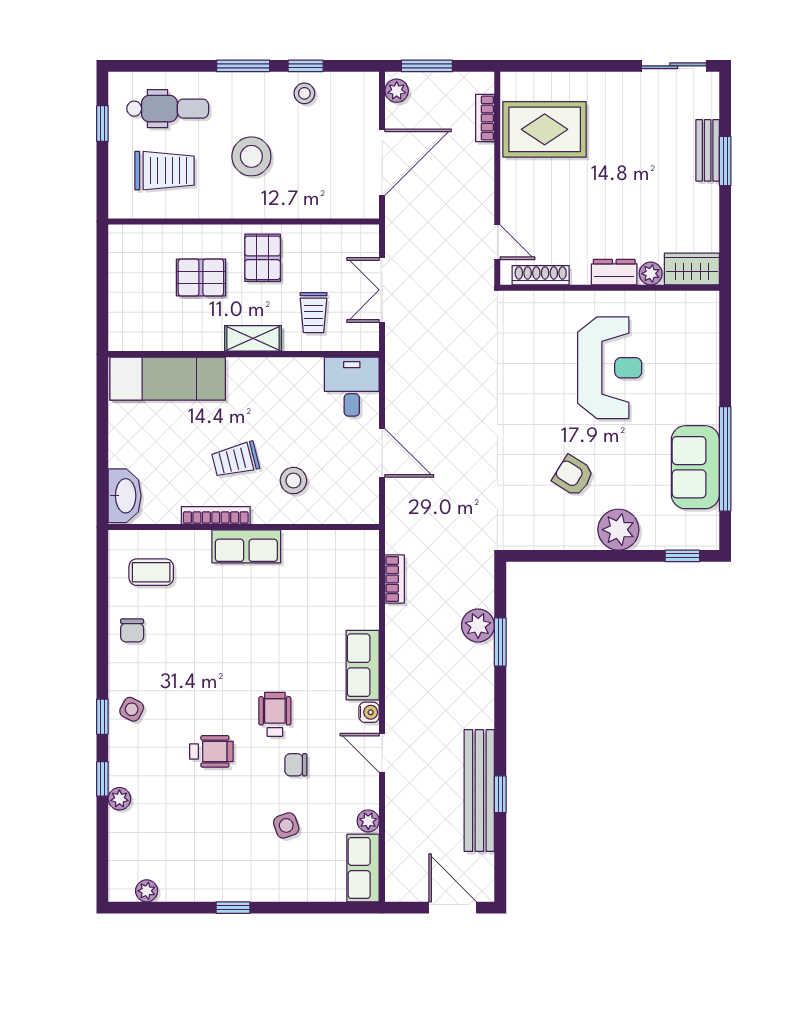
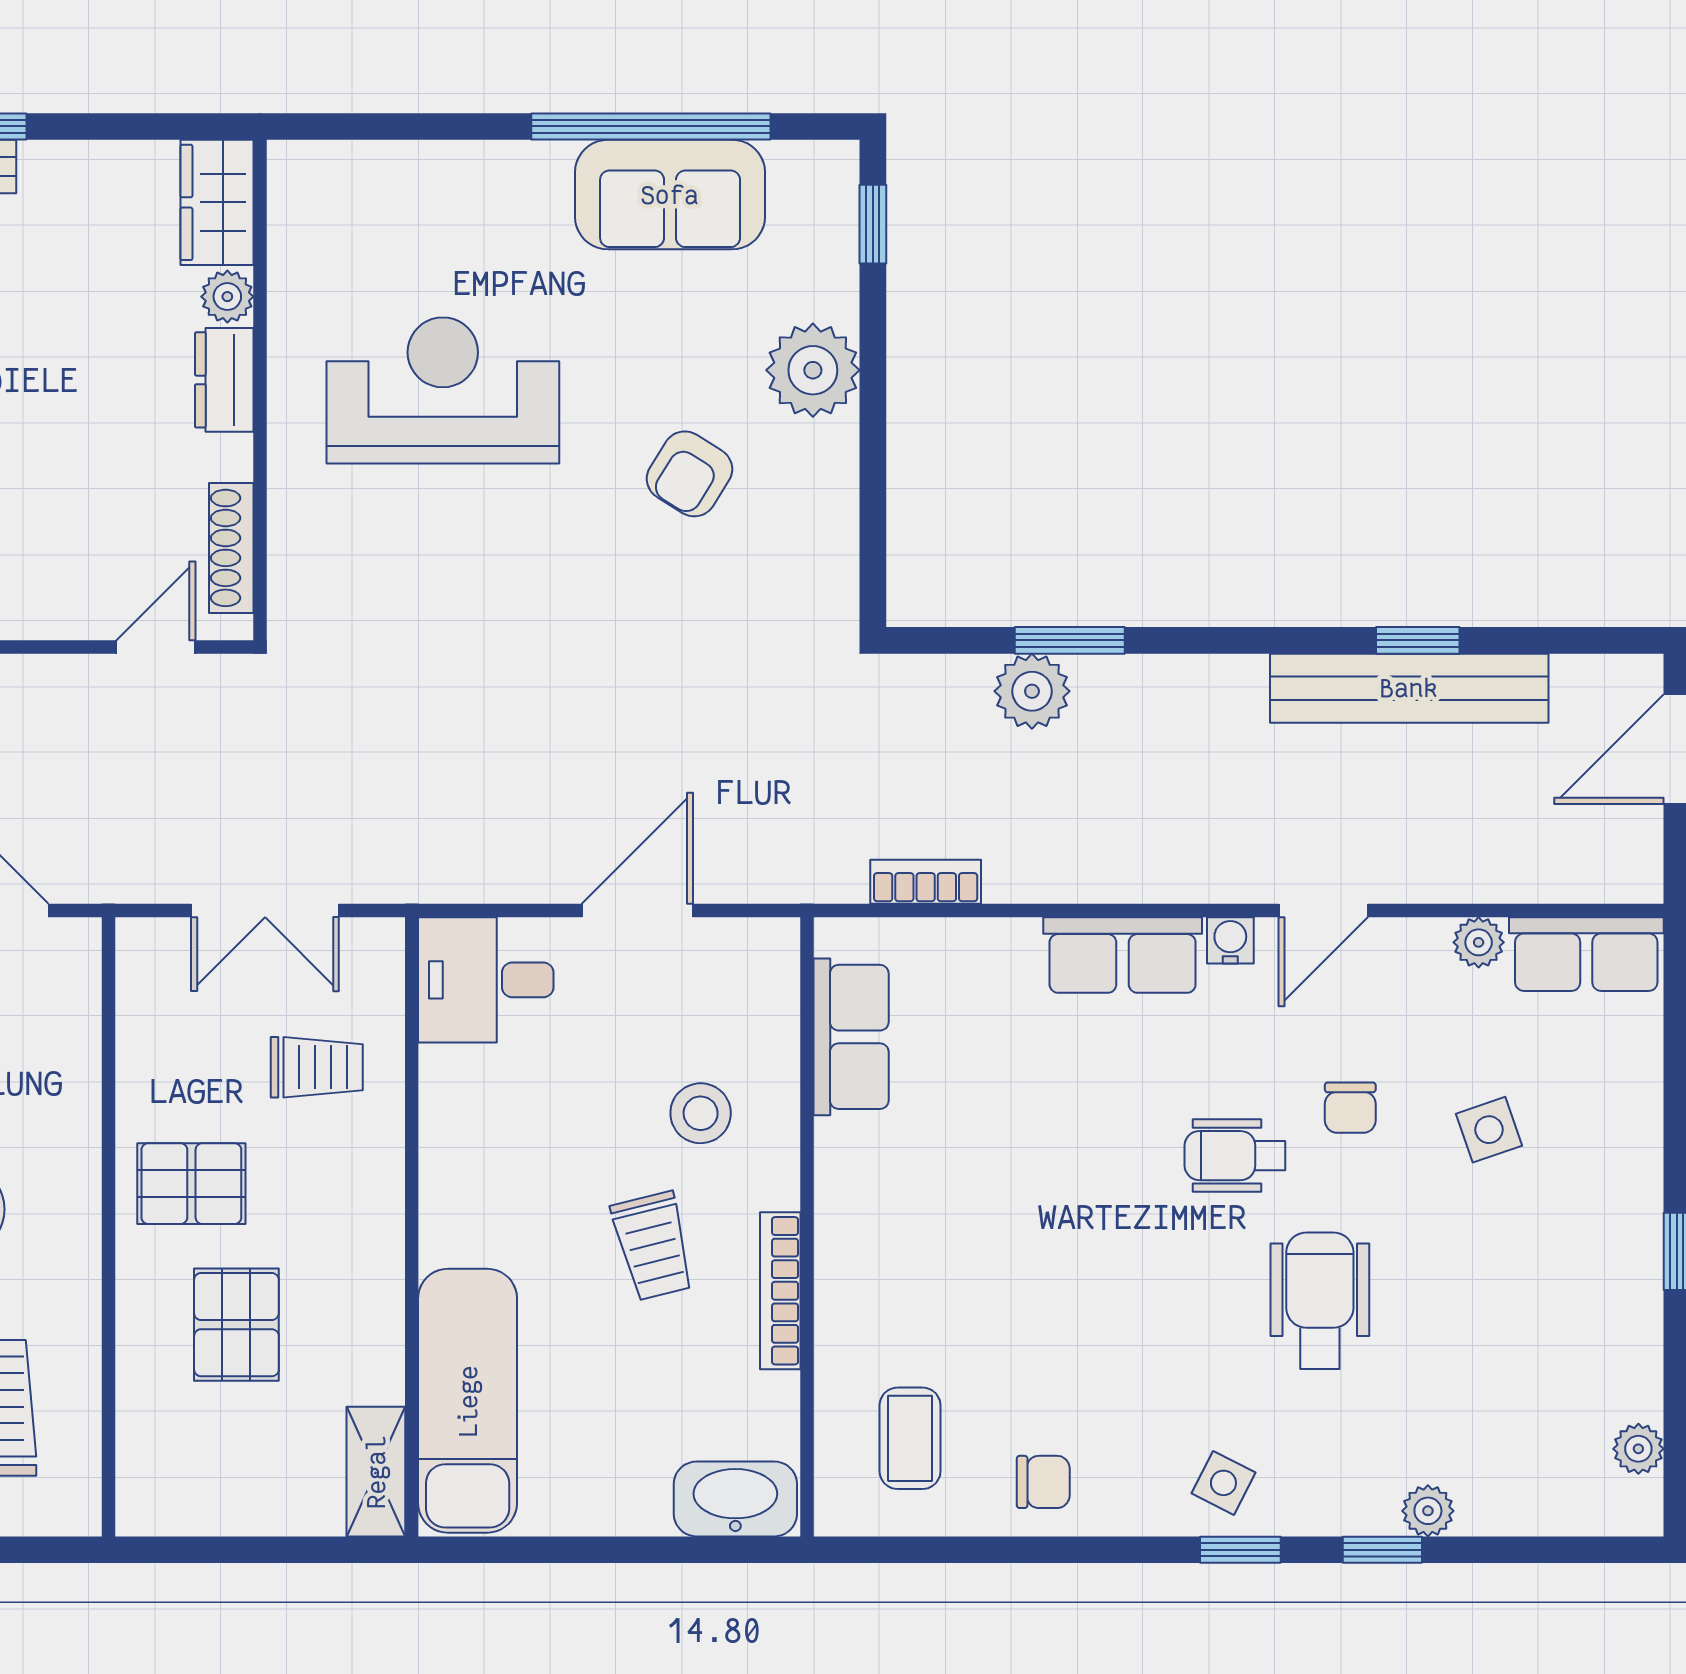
shelving: (253, 338) -> (376, 1472), moved
row of seats: (246, 546) -> (851, 1037), moved
wheelchair: (211, 751) -> (1320, 1301), width x1.36, depth x1.37

